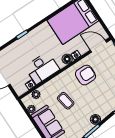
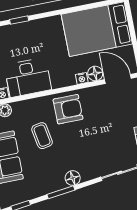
floor lamp: (67, 59) -> (95, 73), moved
armchair: (85, 75) -> (68, 109), moved

